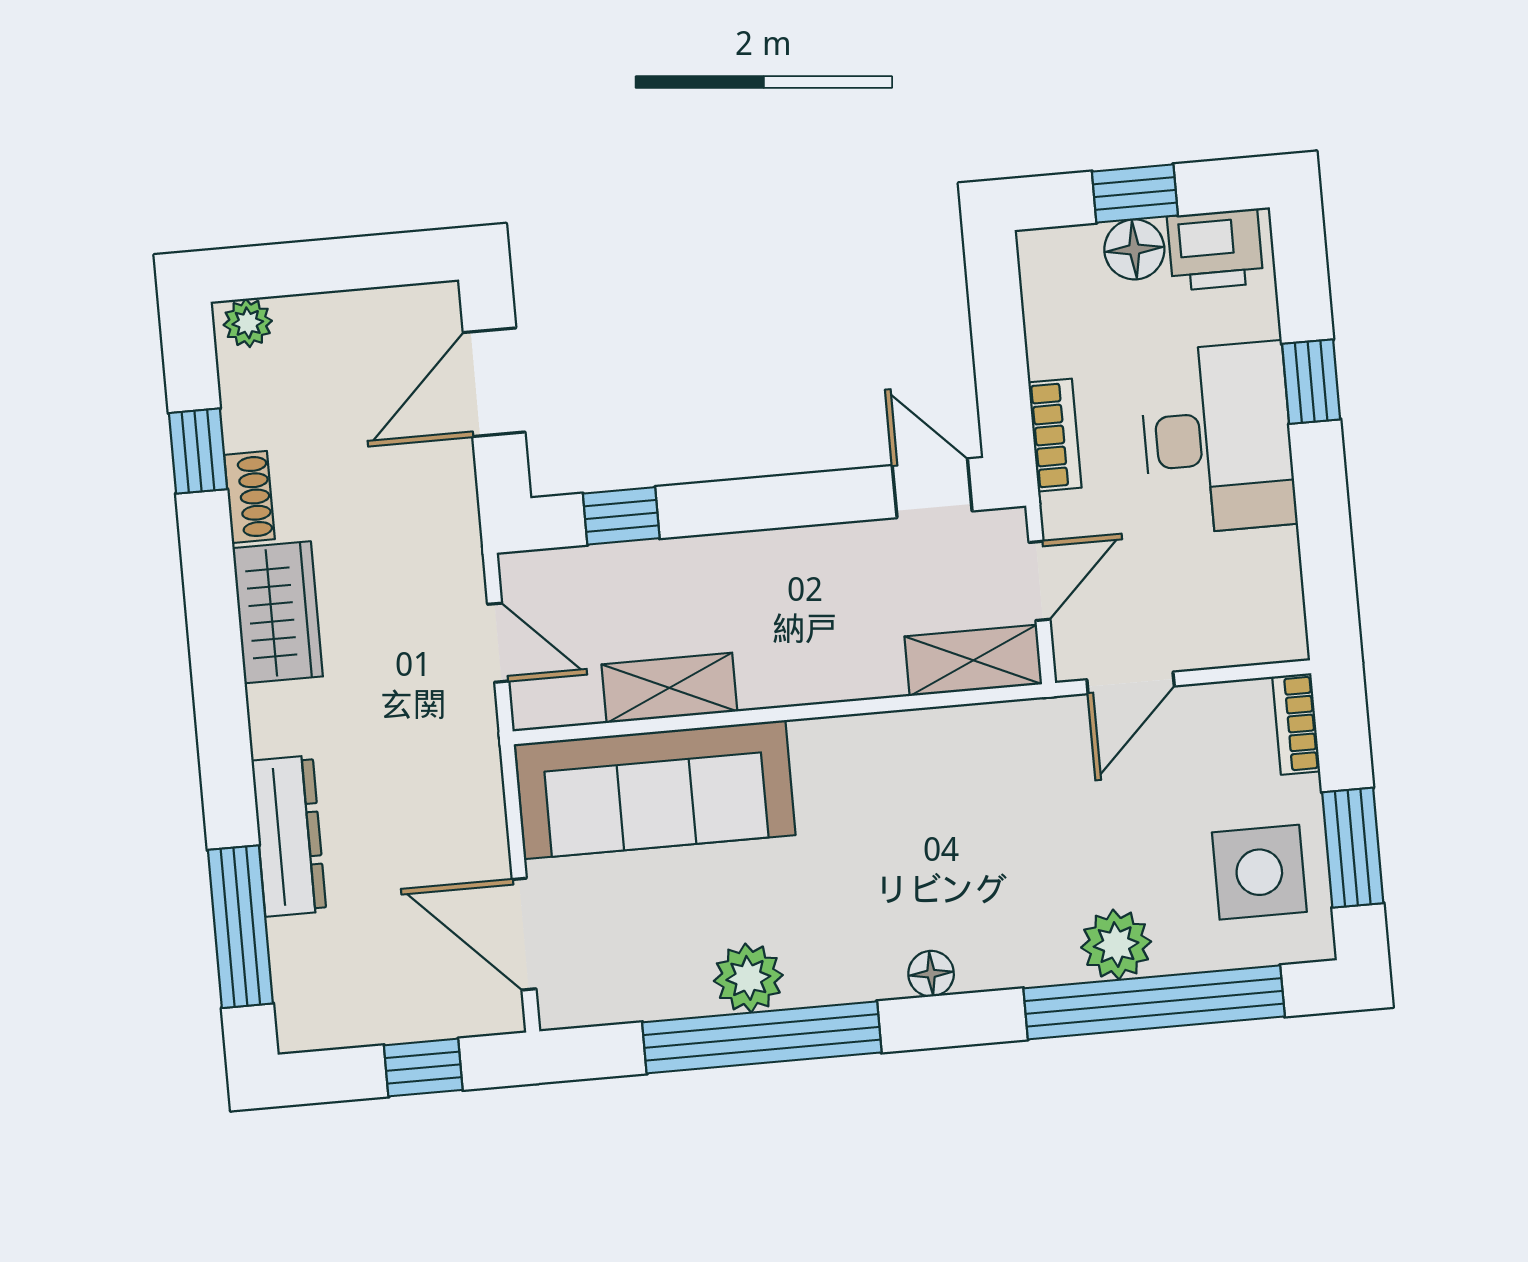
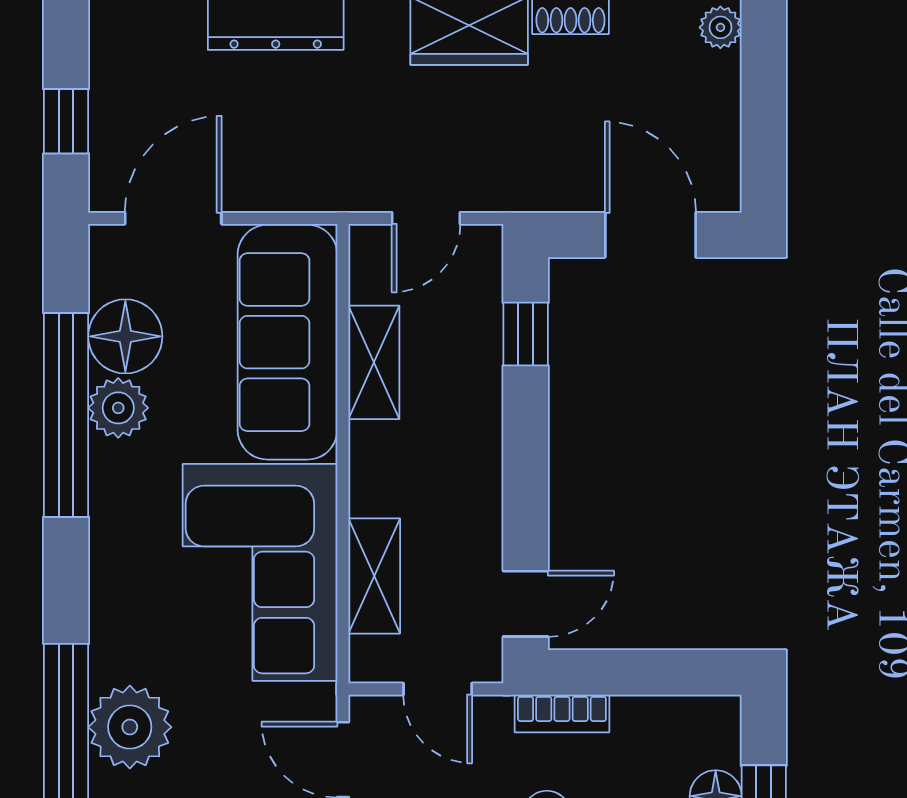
shelving: (973, 660) -> (374, 576), moved
corner sofa: (923, 798) -> (260, 572), added
plant: (1116, 945) -> (130, 727), width x1.36, depth x1.36
floor lamp: (931, 974) -> (125, 336), moved, width x1.89, depth x1.89

